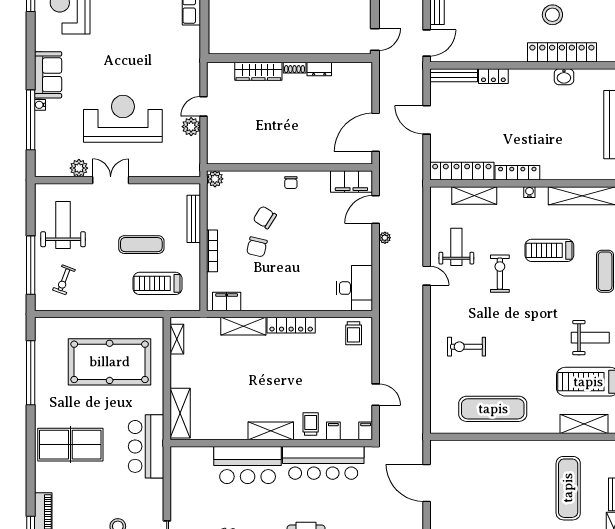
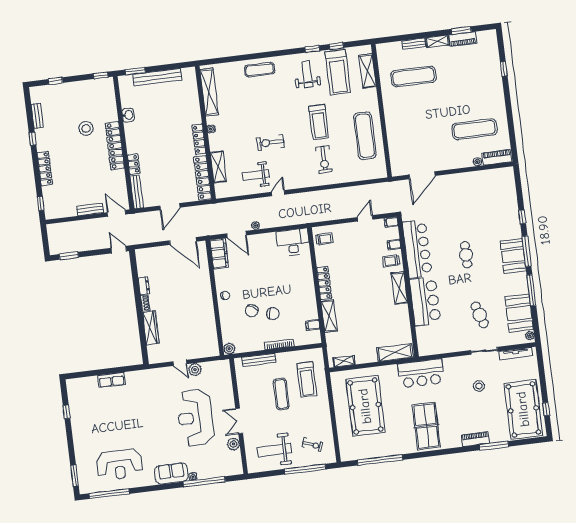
locker: (562, 52) -> (115, 146), moved
treadmill: (549, 250) -> (319, 122), moved
filing cabinet: (227, 302) -> (313, 325), width x0.50

